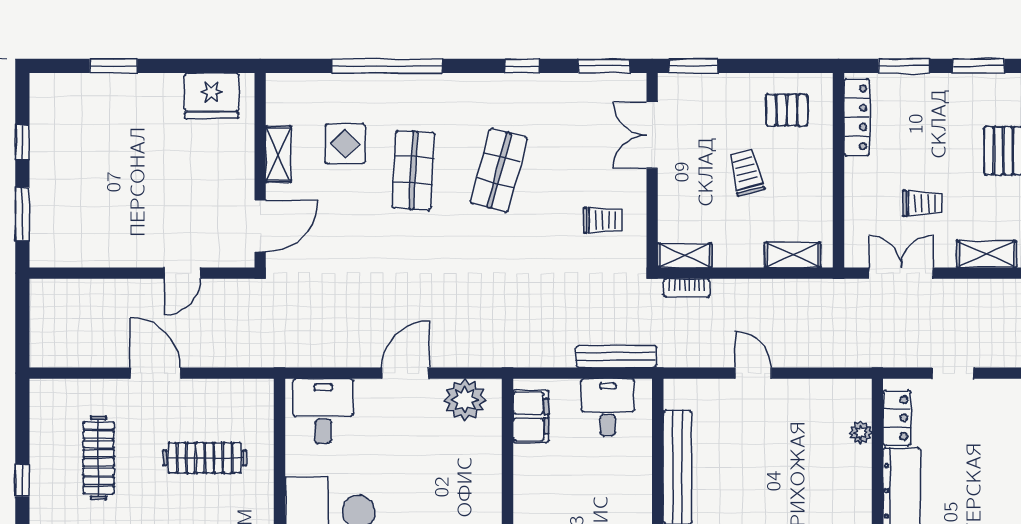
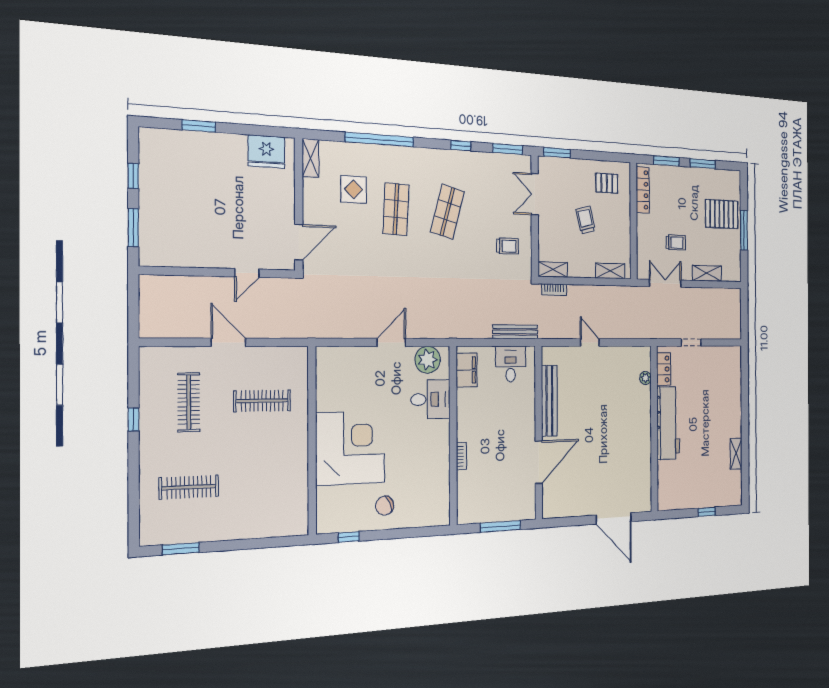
shelving: (278, 154) -> (311, 158), moved
desk: (323, 411) -> (430, 399), moved, turned 90

